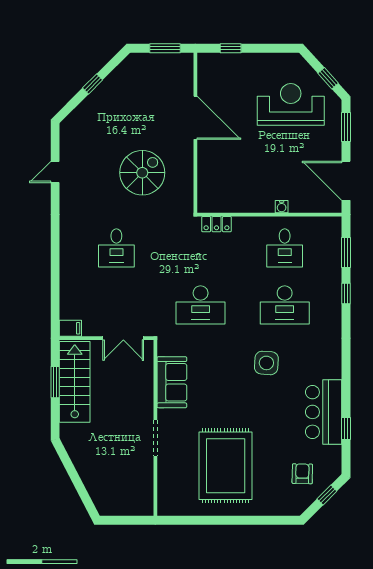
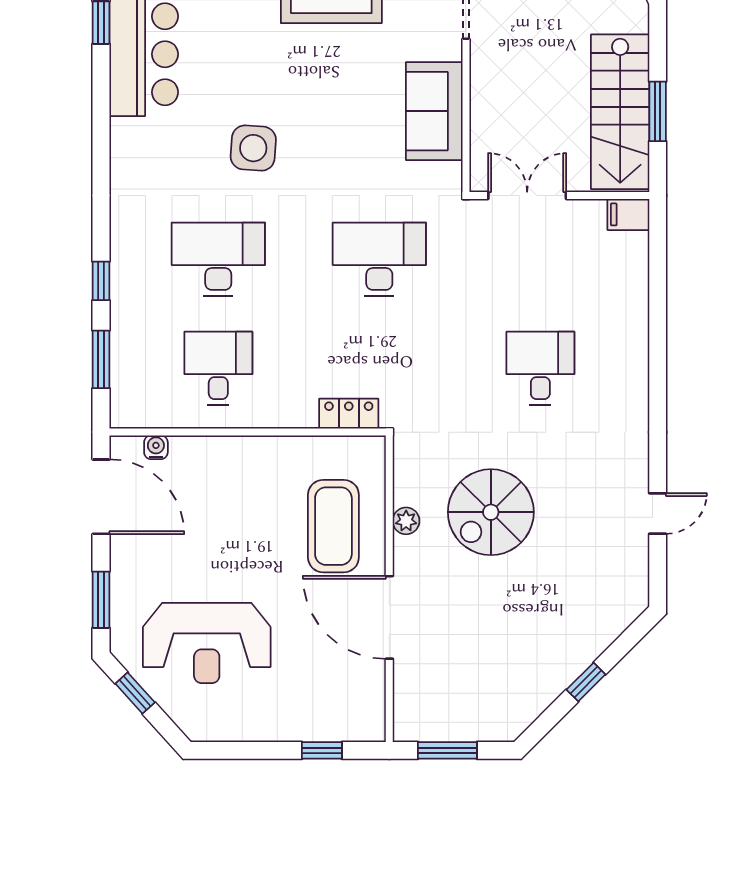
coffee table: (225, 165) -> (333, 526), added
plant: (187, 168) -> (406, 521), added
water cooler: (282, 207) -> (156, 447), moved

